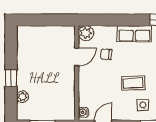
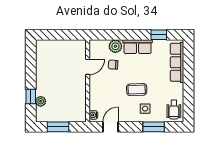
plant: (86, 33) -> (115, 46), moved
window: (11, 78) -> (31, 97), moved

